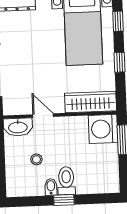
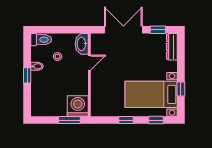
wardrobe: (91, 102) -> (98, 98), removed
toilet: (66, 181) -> (41, 40), moved

